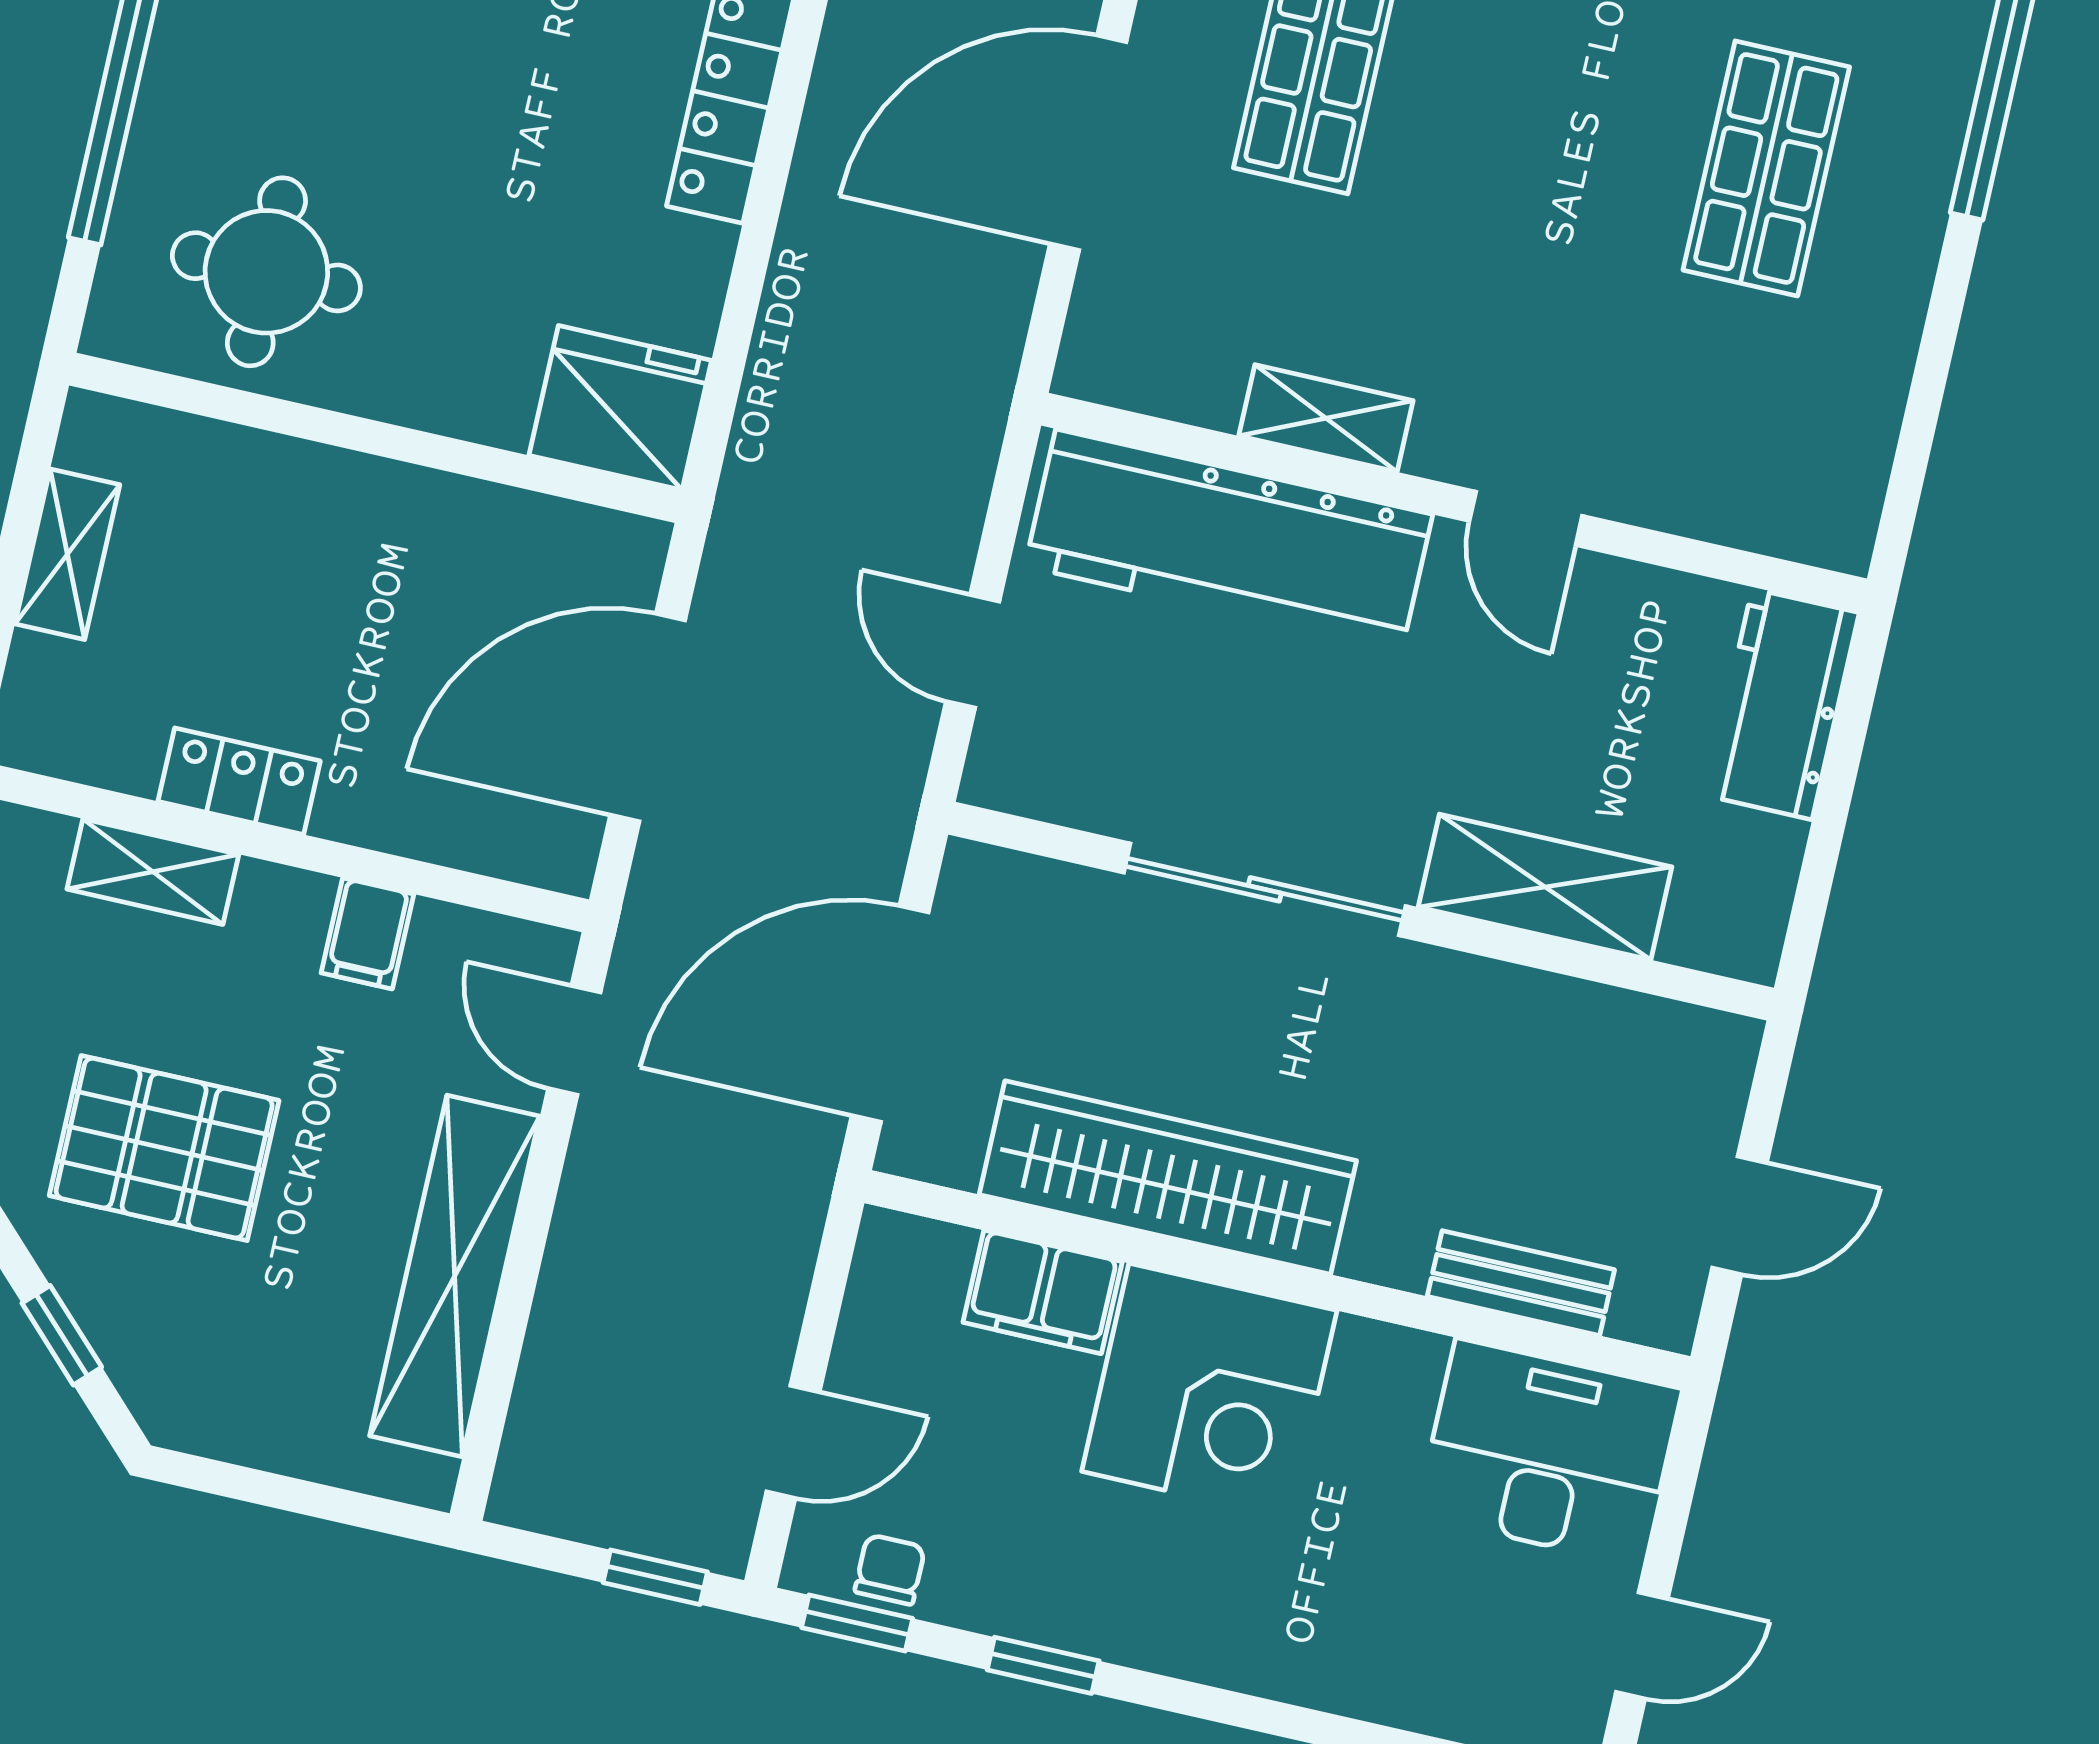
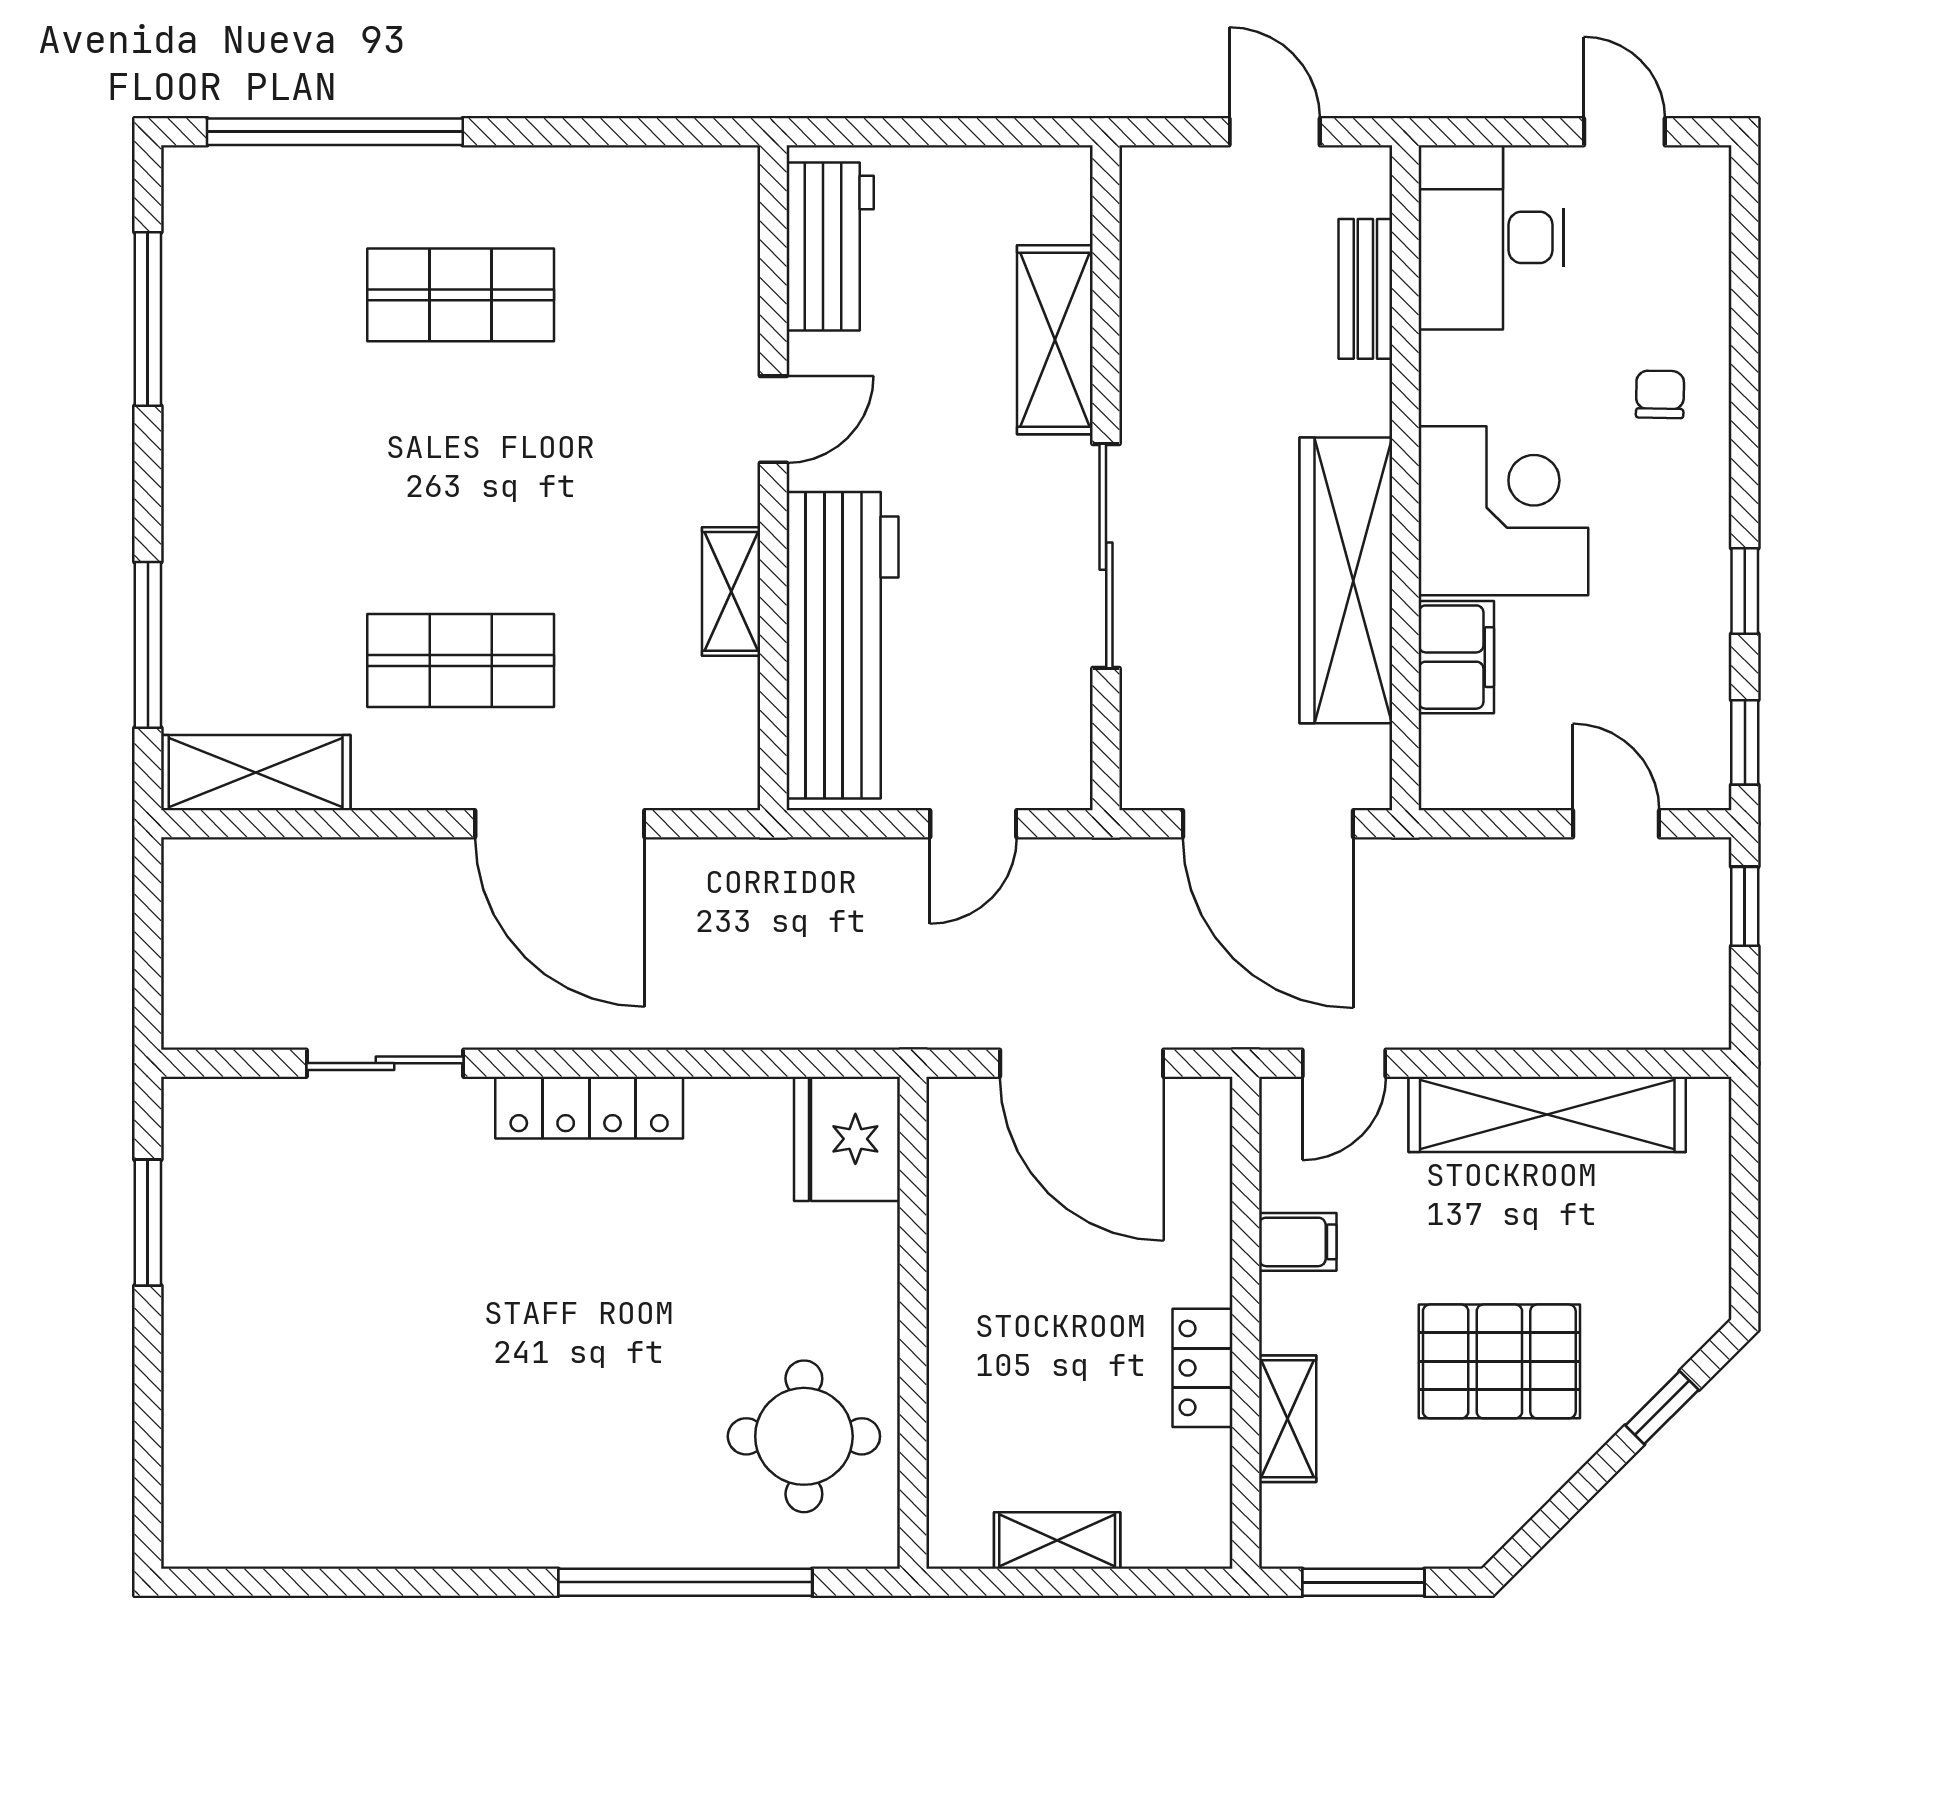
workbench: (1782, 704) -> (830, 246), moved, turned -90
pallet: (164, 1148) -> (1499, 1361), turned 90
chair: (890, 1569) -> (1660, 394), moved, turned 91

